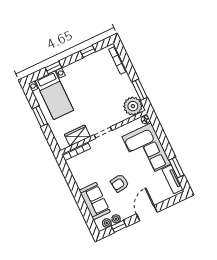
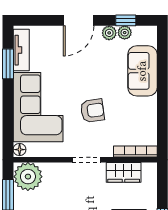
armchair: (120, 183) -> (92, 111), moved
plant: (107, 223) -> (109, 33), moved

